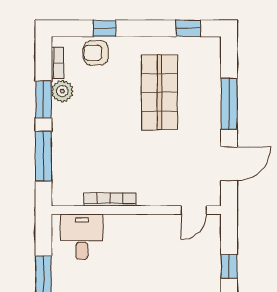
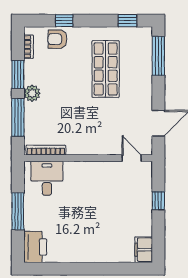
plant: (62, 91) -> (32, 93), moved
window: (229, 104) -> (158, 56), moved
bookcase: (110, 199) -> (46, 150), moved
door: (194, 210) -> (132, 158), swing flipped

